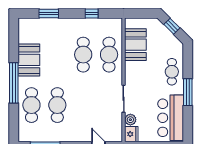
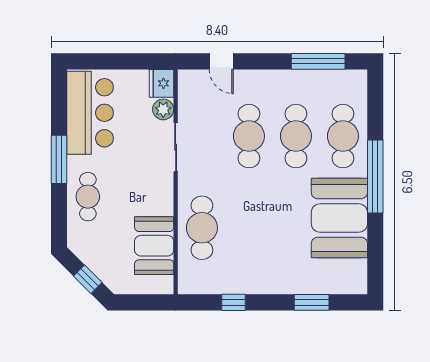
cafe table: (83, 55) -> (249, 136), moved
booth: (29, 60) -> (339, 218), width x1.36, depth x1.42

